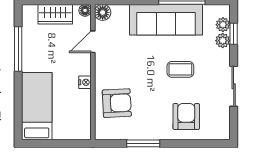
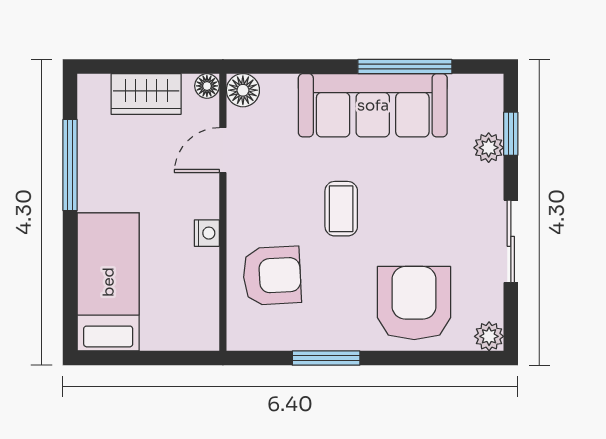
plant: (223, 25) -> (489, 336), moved
coffee table: (180, 69) -> (341, 209), moved, turned 90
armchair: (186, 116) -> (414, 303), width x1.36, depth x1.36

